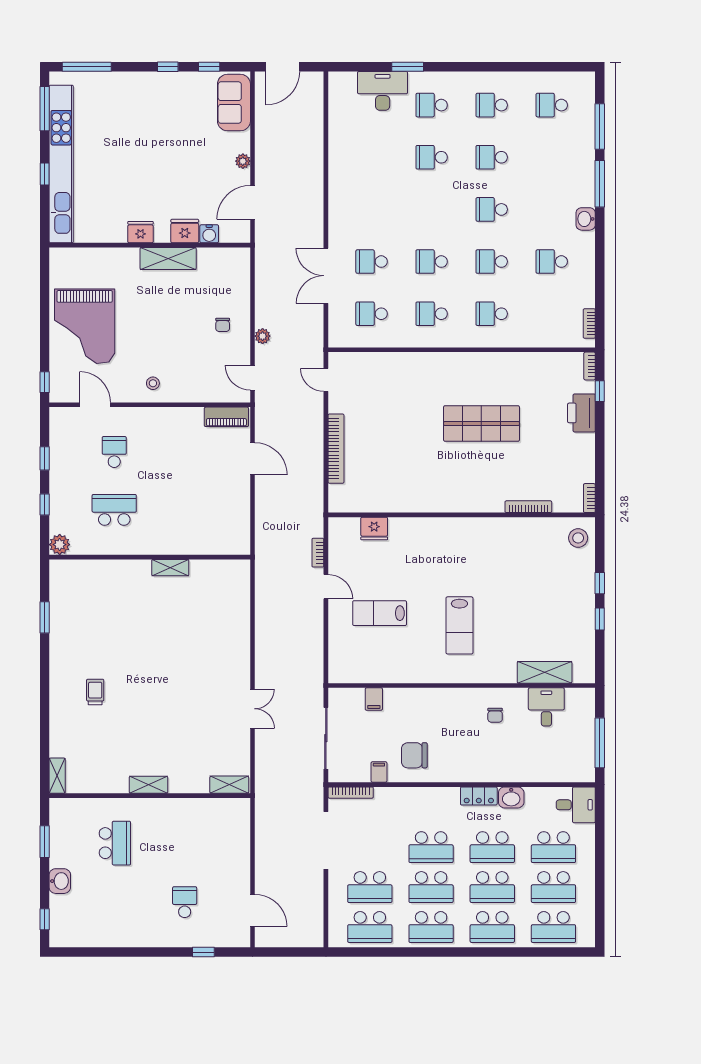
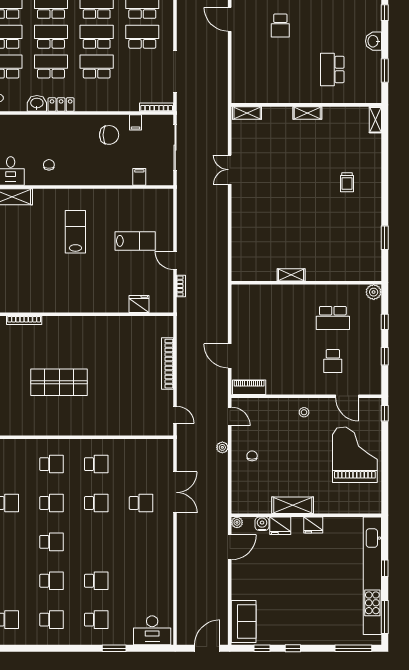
desk: (383, 91) -> (152, 630), moved
plant: (243, 161) -> (237, 522), moved
school desk: (372, 314) -> (141, 464), removed

